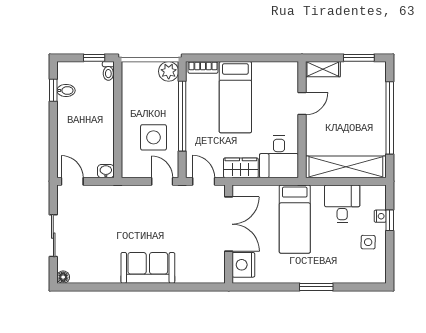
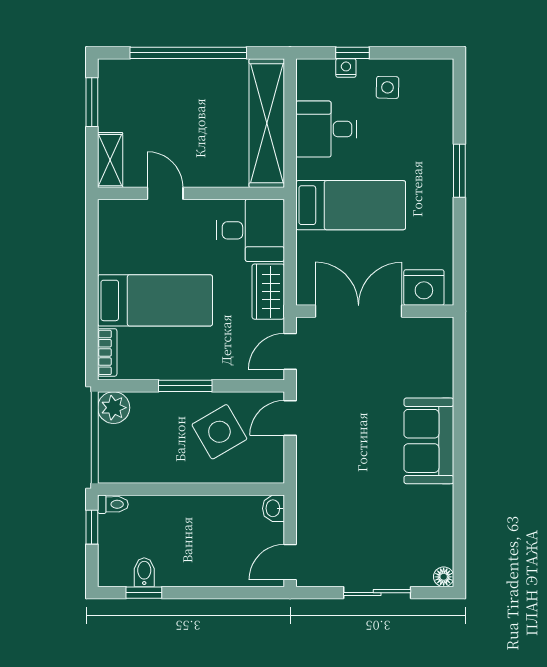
window: (182, 116) -> (185, 386), width x0.47
side table: (154, 137) -> (219, 432), turned -30

